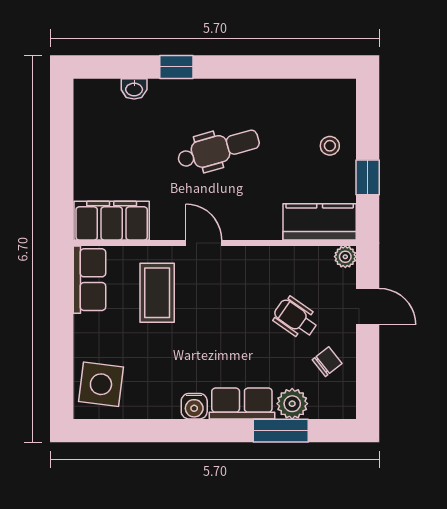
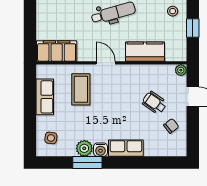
kitchen counter: (320, 222) -> (145, 52), moved
row of seats: (89, 280) -> (45, 97), moved
side table: (101, 384) -> (51, 138), width x0.54, depth x0.54
plant: (292, 404) -> (84, 148), moved
window: (281, 431) -> (87, 163), moved

